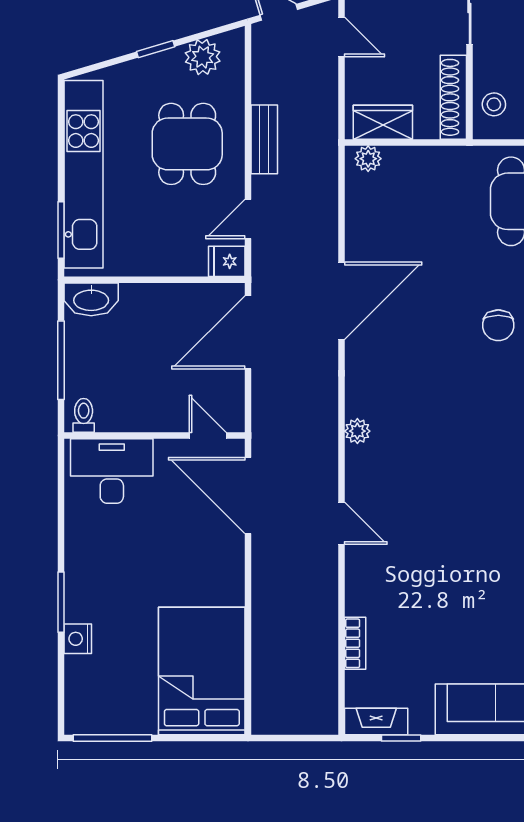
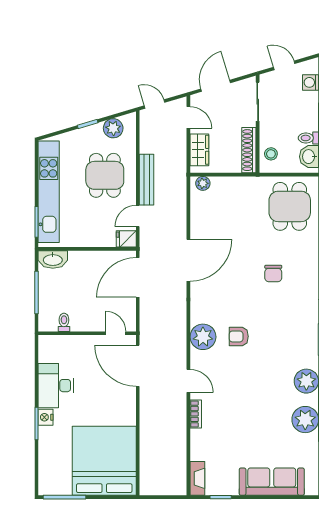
wardrobe: (383, 122) -> (199, 150), moved, turned 90
bench: (264, 139) -> (147, 180), width x1.36
toilet: (84, 415) -> (64, 322), moved
plant: (357, 431) -> (203, 337), width x1.87, depth x1.87
armchair: (434, 442) -> (239, 336), added
desk: (112, 471) -> (56, 386), moved, turned -90
nightstand: (78, 639) -> (46, 417), moved
bookcase: (355, 643) -> (196, 414), moved
bed: (202, 671) -> (104, 461), width x1.36
fireplace: (376, 721) -> (197, 478), moved, turned 90

